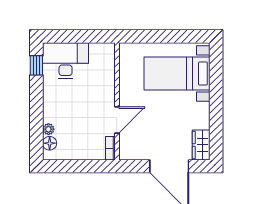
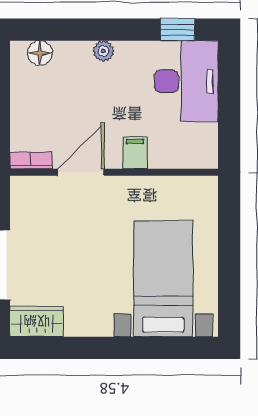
filing cabinet: (106, 89) -> (135, 153), added
door: (117, 120) -> (81, 172), swing flipped
plant: (48, 129) -> (103, 51), moved

